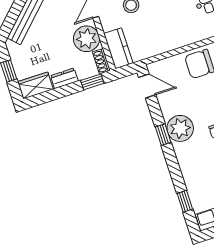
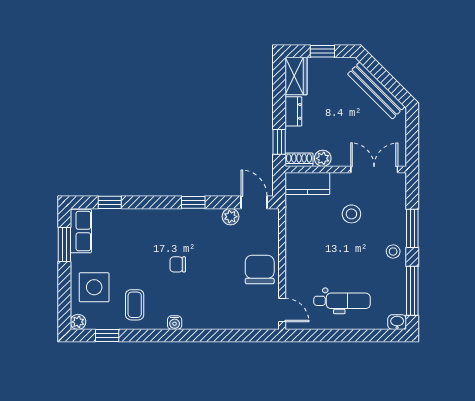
plant: (86, 39) -> (323, 158), width x0.53, depth x0.53
door: (147, 86) -> (254, 202), swing flipped
plant: (180, 128) -> (231, 217), moved, width x0.53, depth x0.53

